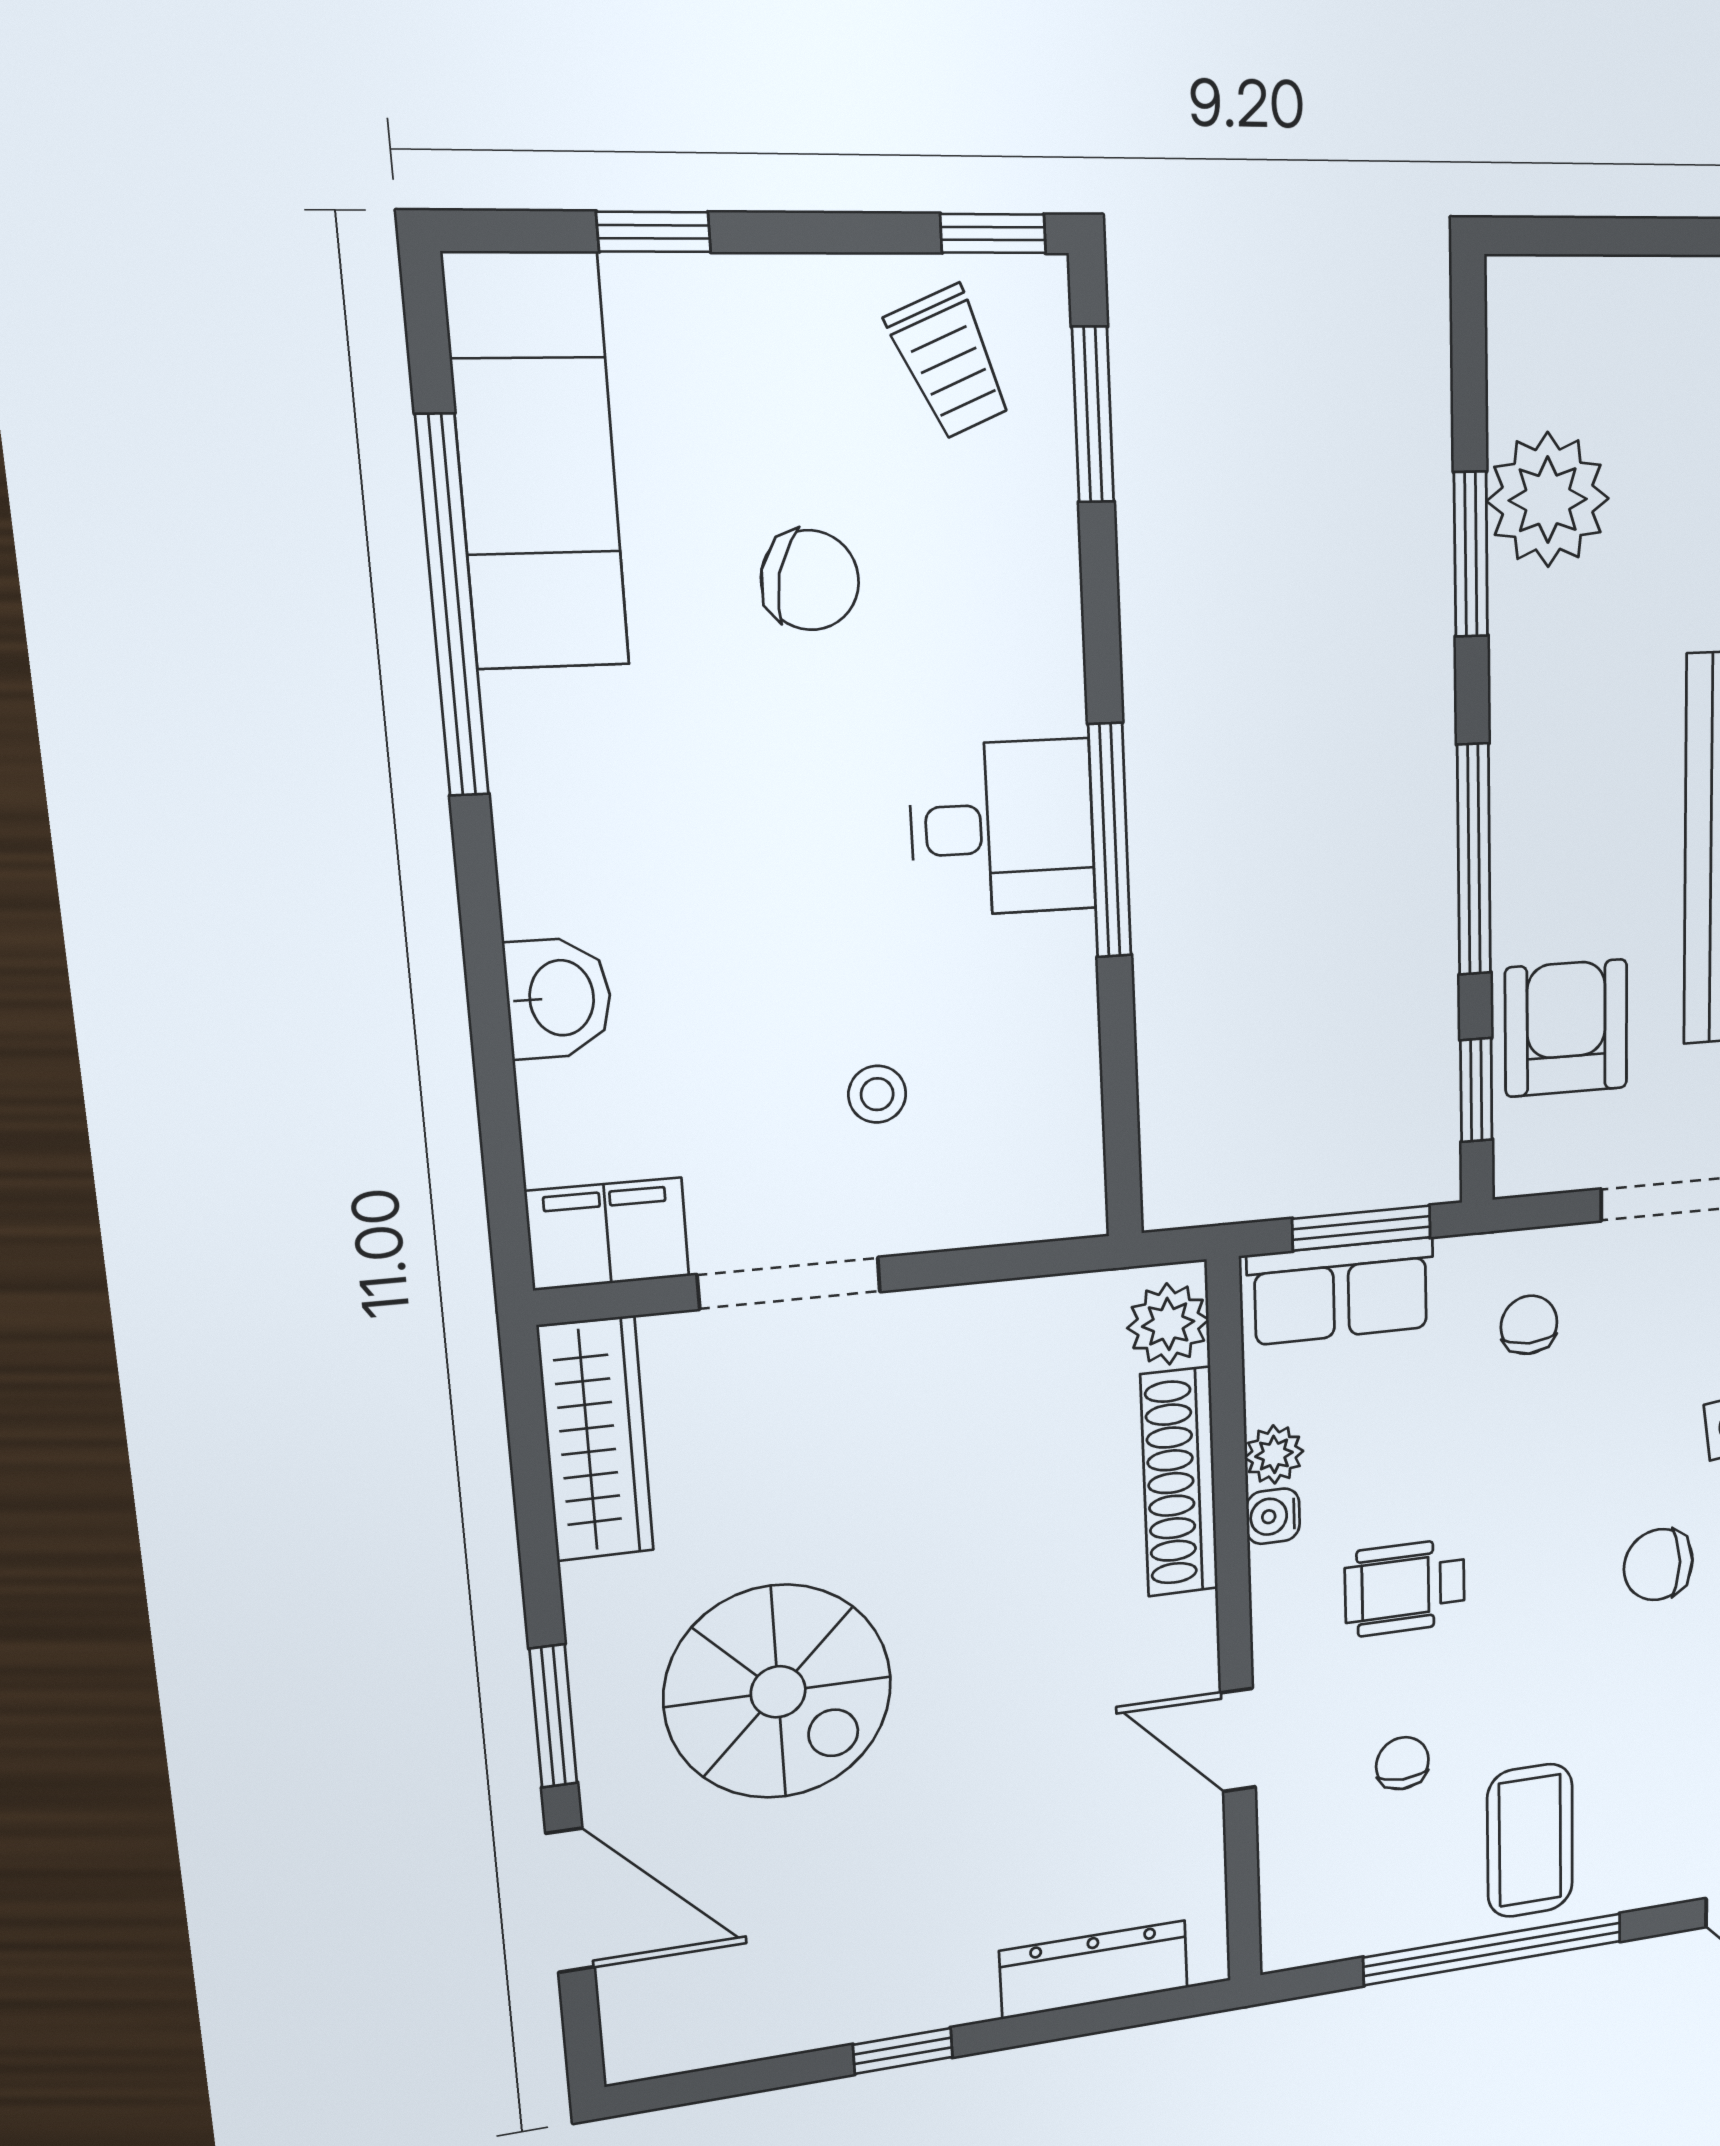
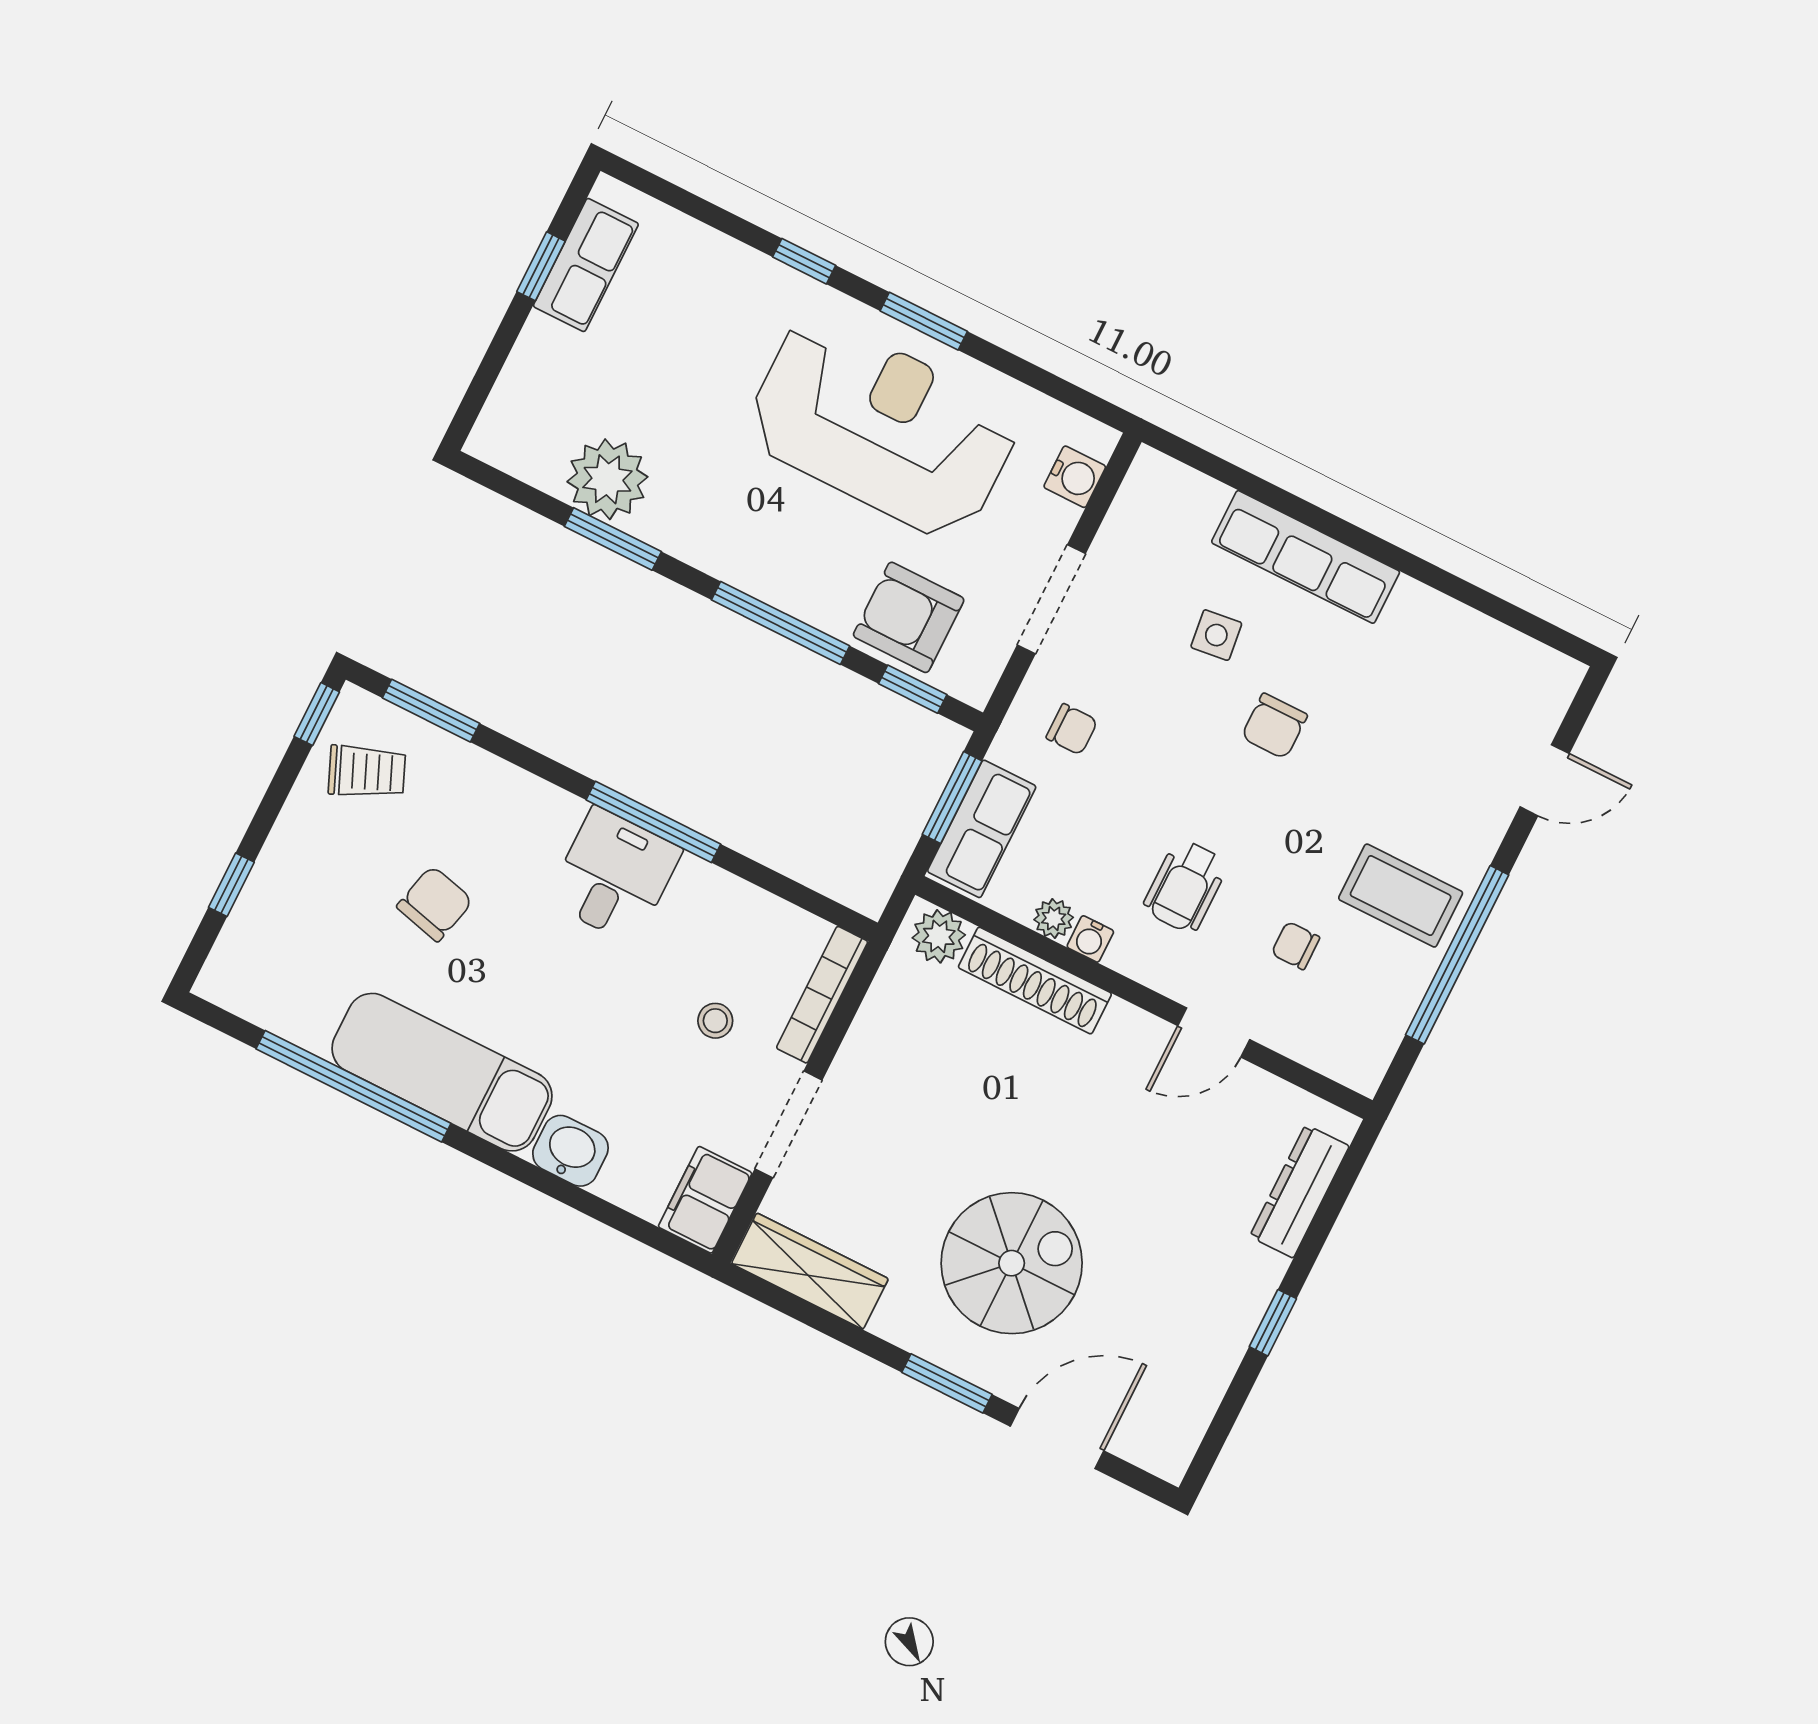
exam couch: (537, 462) -> (442, 1072), moved
bookcase: (1000, 1219) -> (822, 995), added
chair: (1529, 1325) -> (1072, 729), turned 180

